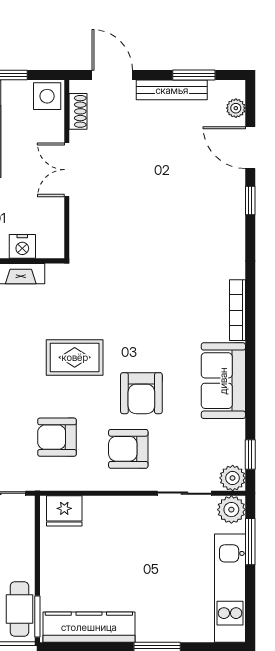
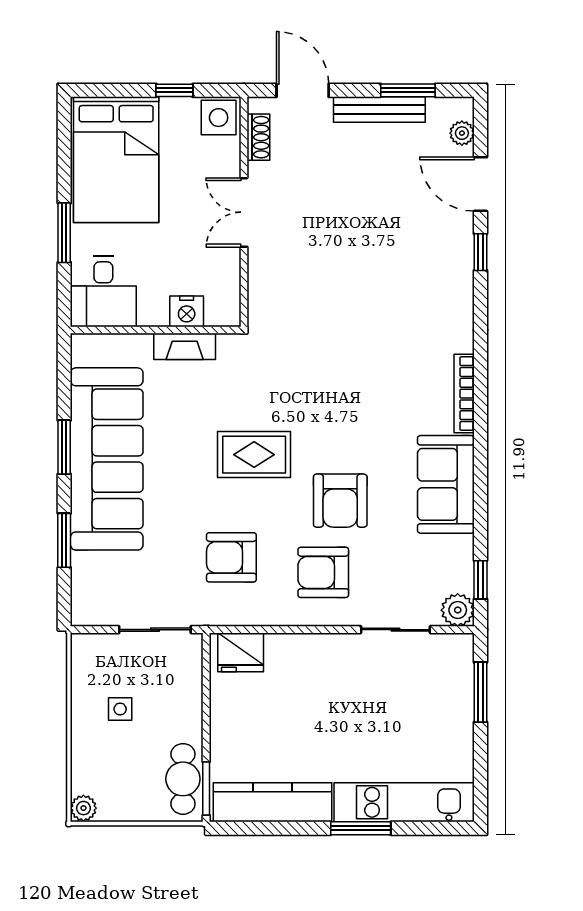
plant: (231, 510) -> (456, 651), removed
kitchen unit: (230, 588) -> (404, 802), moved, turned 90

